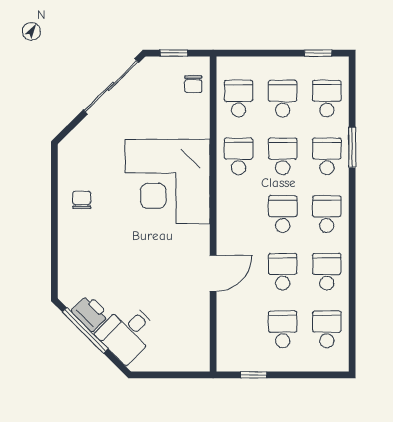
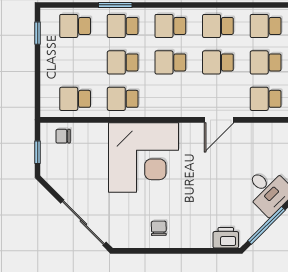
chair: (193, 84) -> (63, 136), turned 180
sliding door: (111, 86) -> (83, 223), moved
school desk: (283, 99) -> (266, 99), moved
chair: (82, 200) -> (159, 228), turned 89
door: (213, 273) -> (219, 120), swing flipped
printer: (90, 313) -> (226, 238), moved, turned 45

